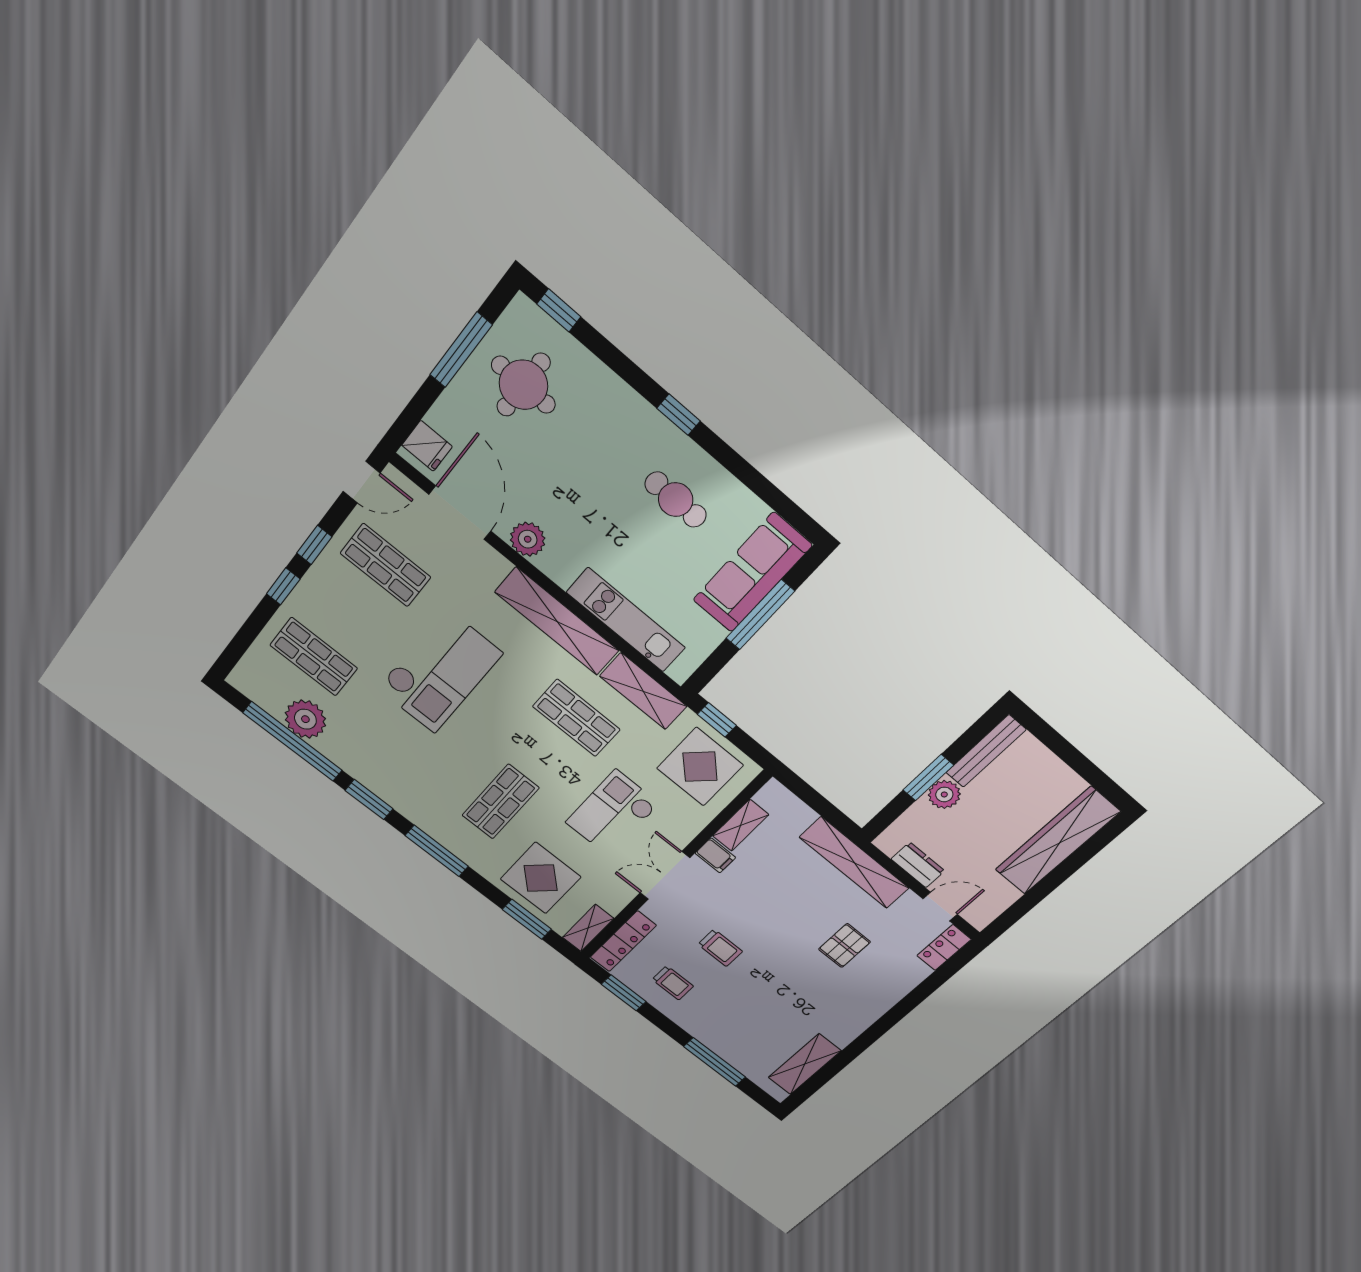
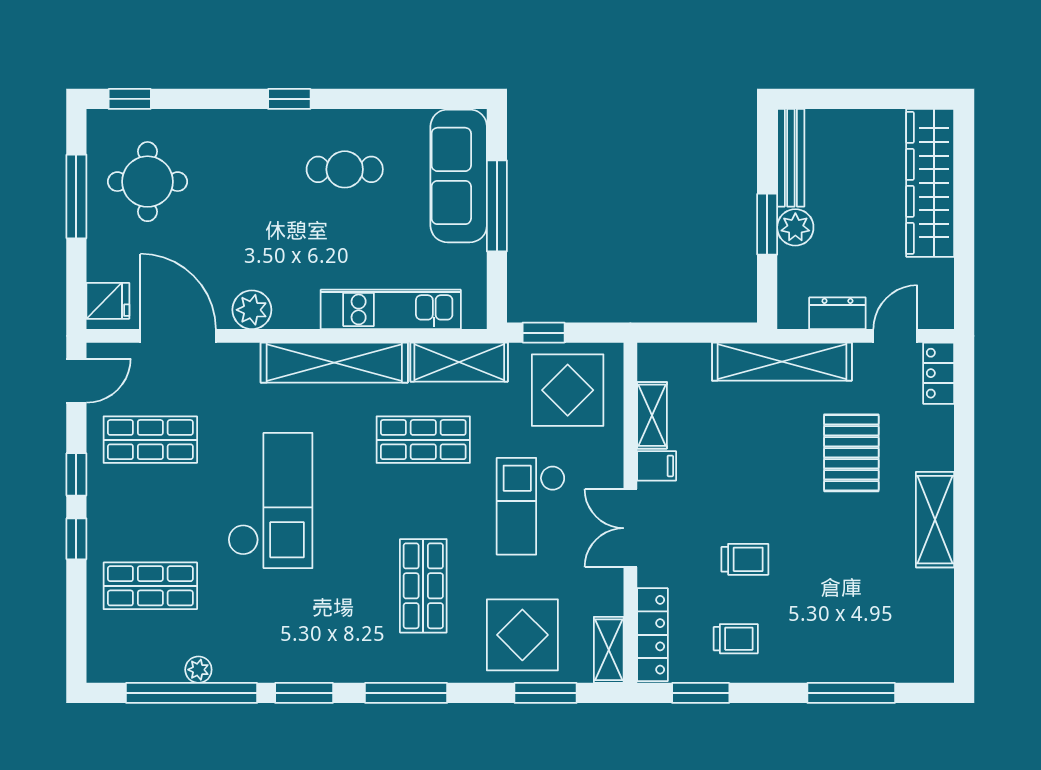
plant: (305, 719) -> (198, 670), width x0.53, depth x0.53
pallet: (844, 946) -> (851, 453), width x1.50, depth x1.42
shelving: (805, 1064) -> (935, 520), moved

